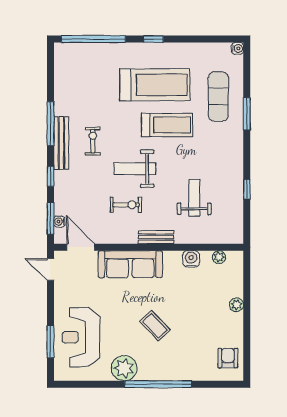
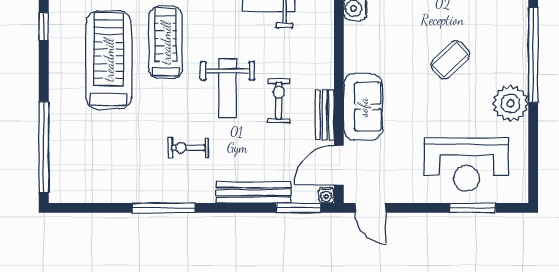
window: (153, 39) -> (44, 26), moved
bench: (61, 143) -> (254, 193), moved
window: (50, 176) -> (238, 208), removed
water cooler: (59, 222) -> (326, 195), moved
bench: (156, 237) -> (324, 115), moved
sofa: (130, 264) -> (363, 107), width x0.73
door: (50, 269) -> (370, 208), hinge flipped

